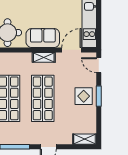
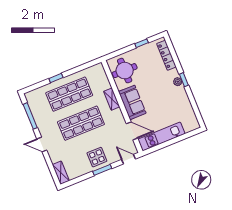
shelving: (44, 57) -> (112, 99), moved
door: (99, 65) -> (128, 159), hinge flipped

